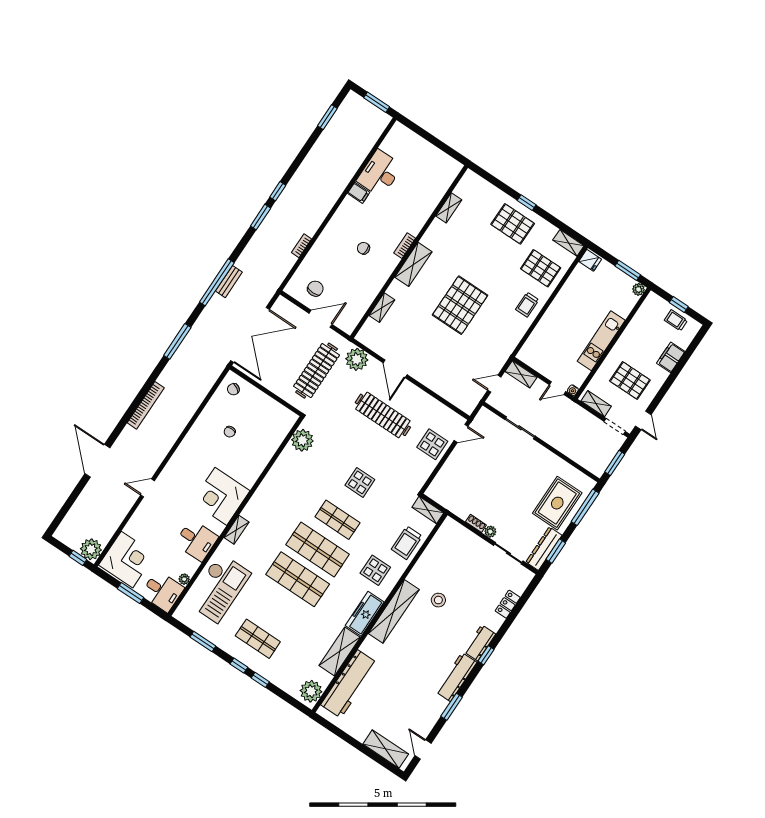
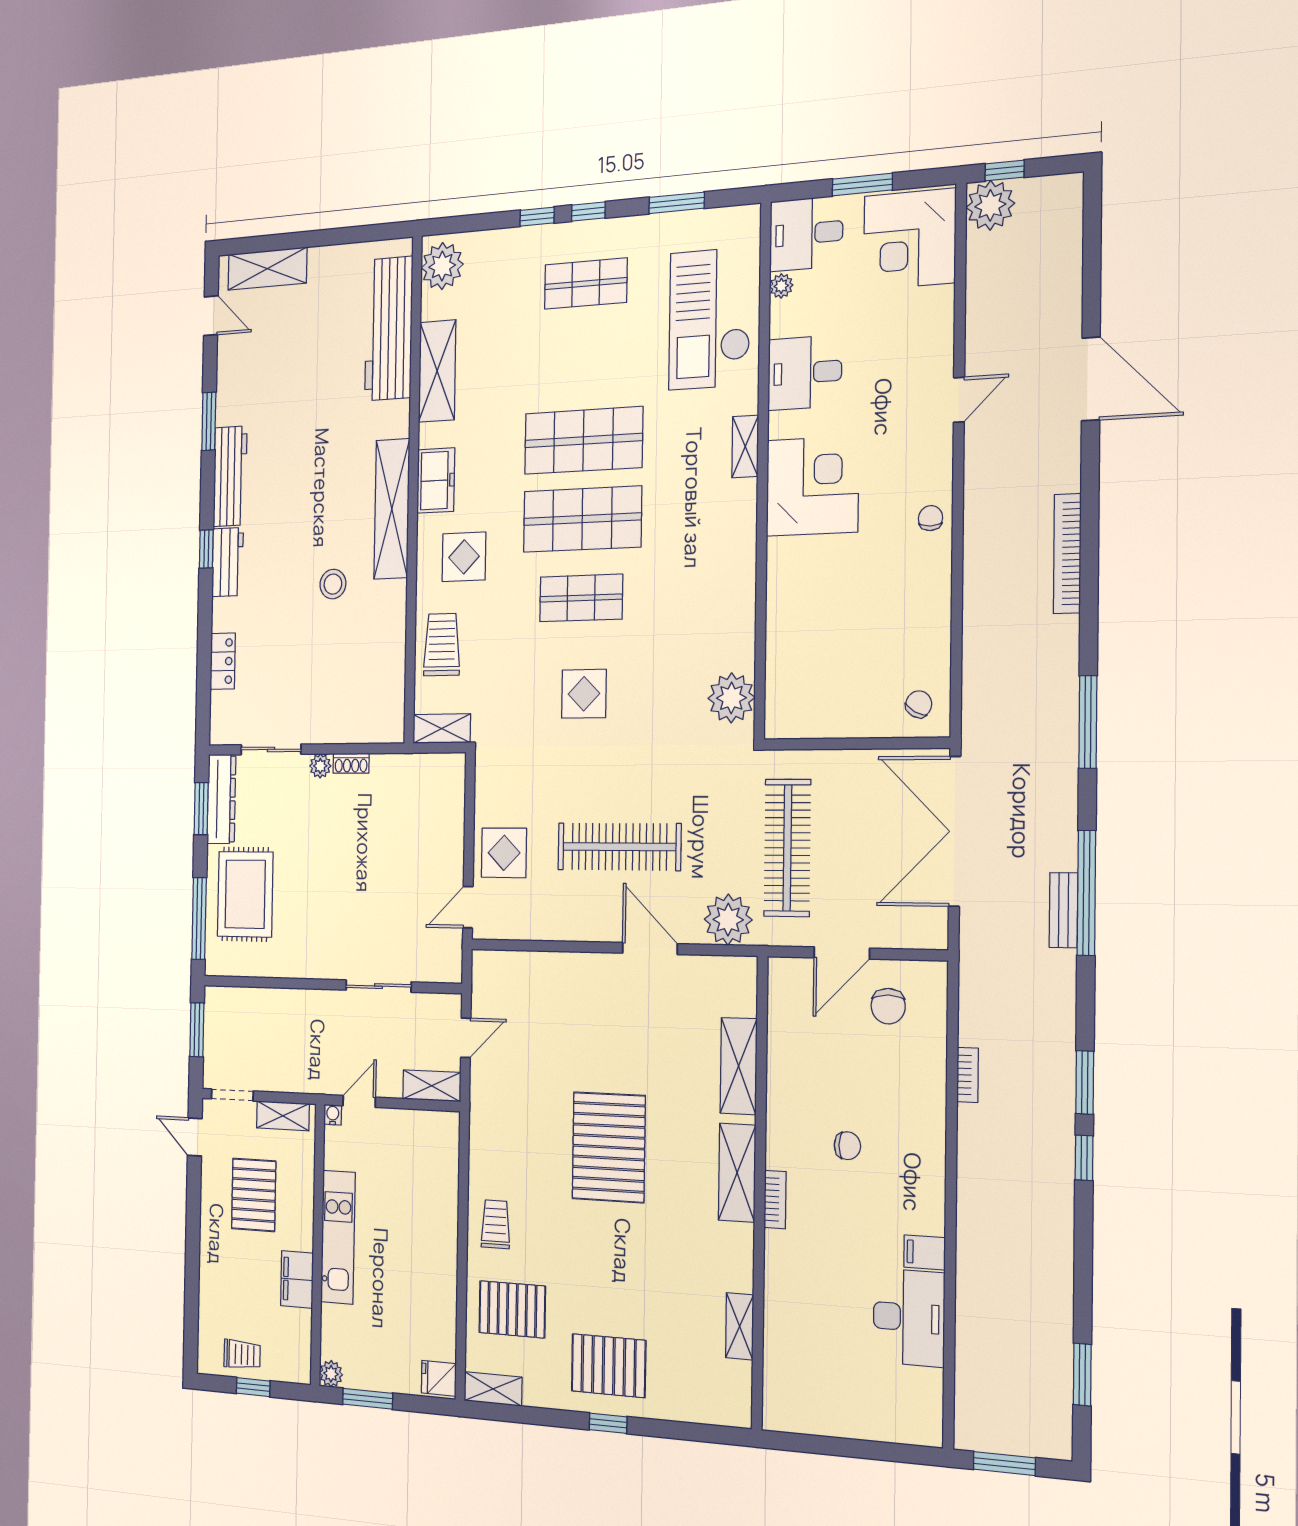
shelving: (382, 308) -> (739, 1066), width x1.50, depth x1.33
filing cabinet: (671, 357) -> (297, 1279), moved, turned 180
pallet: (630, 380) -> (254, 1195), turned 90
chair: (230, 432) -> (930, 518), moved
freezer: (365, 614) -> (436, 481), width x0.71

